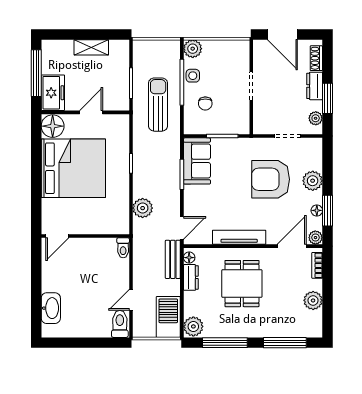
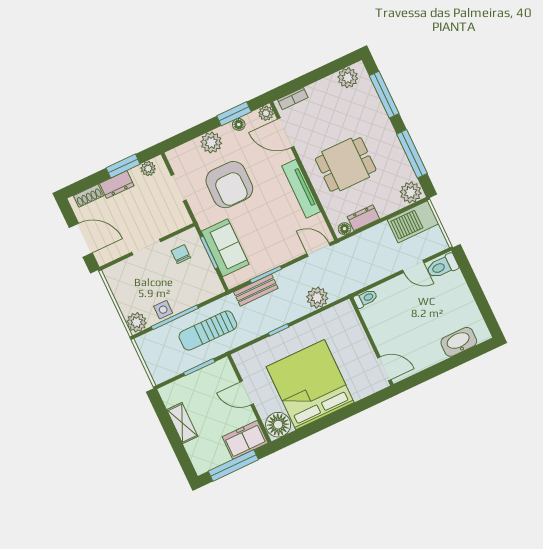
door: (282, 34) -> (81, 240), hinge flipped
chair: (205, 103) -> (181, 254), moved, turned -90
sofa: (197, 161) -> (225, 248), moved, turned 90
bench: (173, 259) -> (256, 290), moved
plant: (313, 300) -> (348, 78), moved

